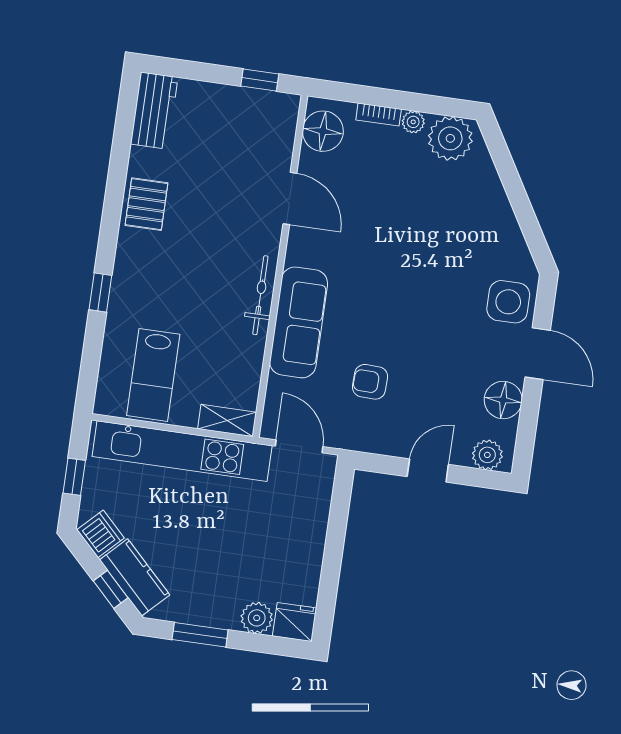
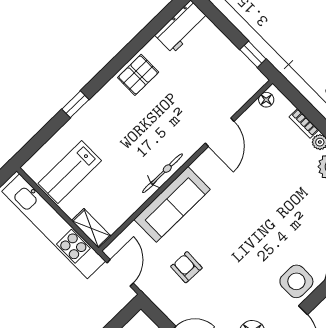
floor lamp: (323, 131) -> (266, 100), width x0.53, depth x0.53

